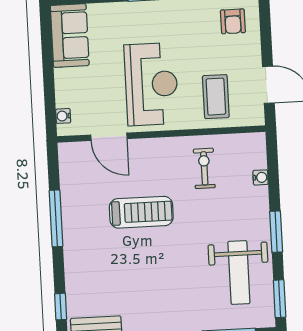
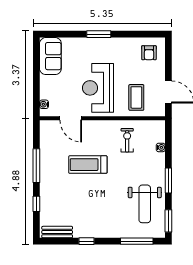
reception desk: (151, 84) -> (98, 88), turned 180
treadmill: (141, 212) -> (88, 165), turned 180
window: (61, 307) -> (36, 204), moved

